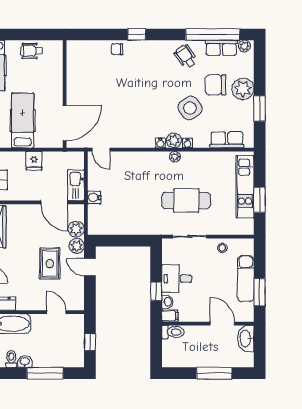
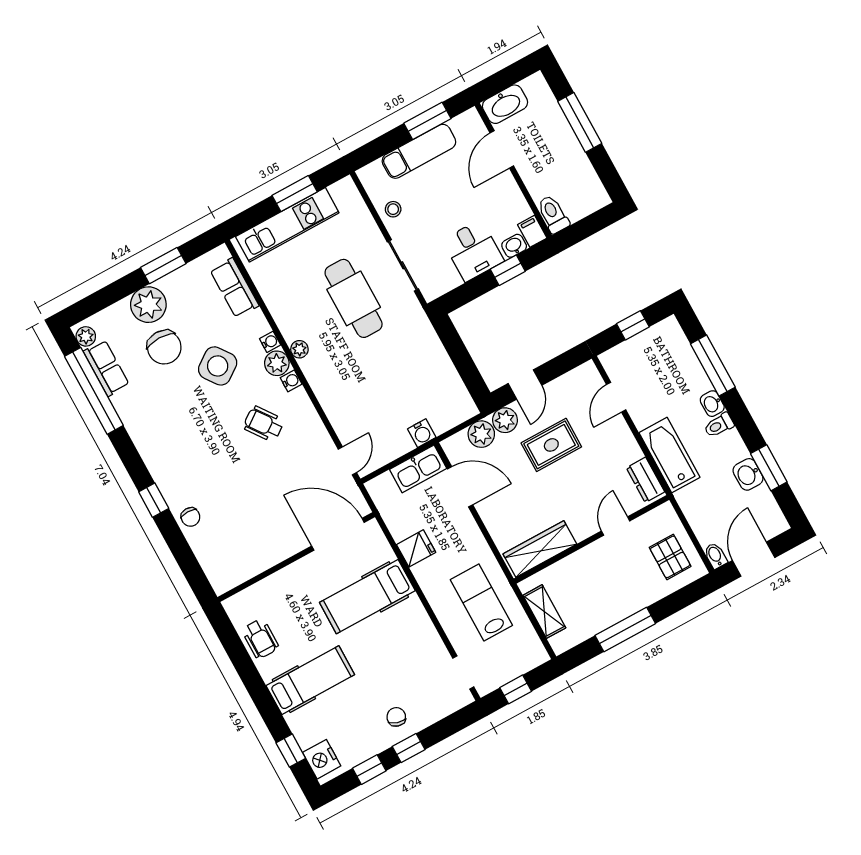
wheelchair: (186, 56) -> (264, 424), moved, turned 88
door: (54, 202) -> (460, 487), hinge flipped

